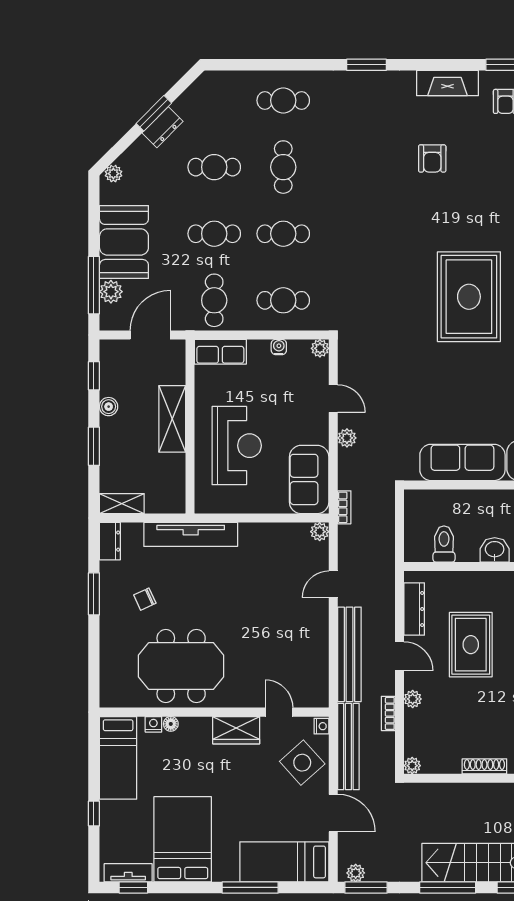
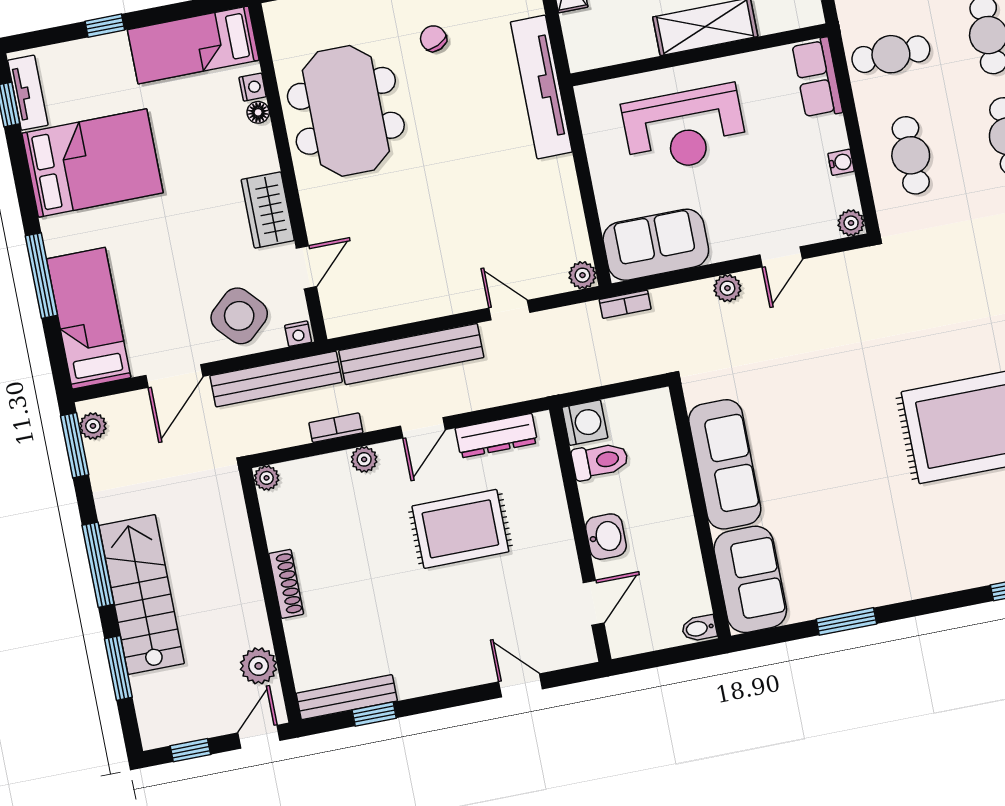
washing machine: (417, 549) -> (585, 423), added

